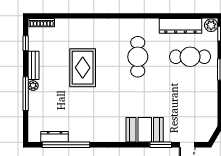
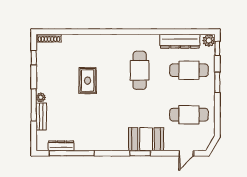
bench: (34, 65) -> (41, 117), moved
rug: (83, 68) -> (88, 81), width x0.73, depth x0.70
cafe table: (190, 104) -> (189, 115), added
window: (161, 145) -> (140, 153), moved

